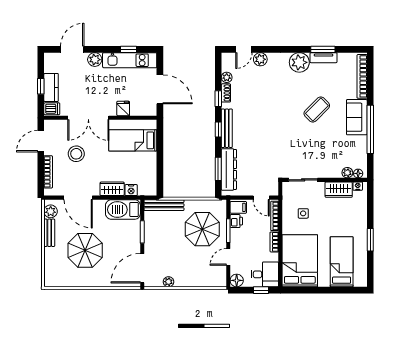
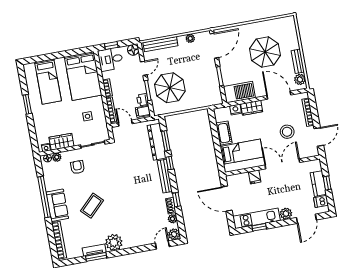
plant: (260, 59) -> (174, 234), moved
dishwasher: (52, 109) -> (321, 201), moved
window: (218, 129) -> (170, 163), moved
armchair: (326, 157) -> (77, 167), added
cot: (149, 165) -> (224, 133), added
bench: (164, 205) -> (160, 44), moved

